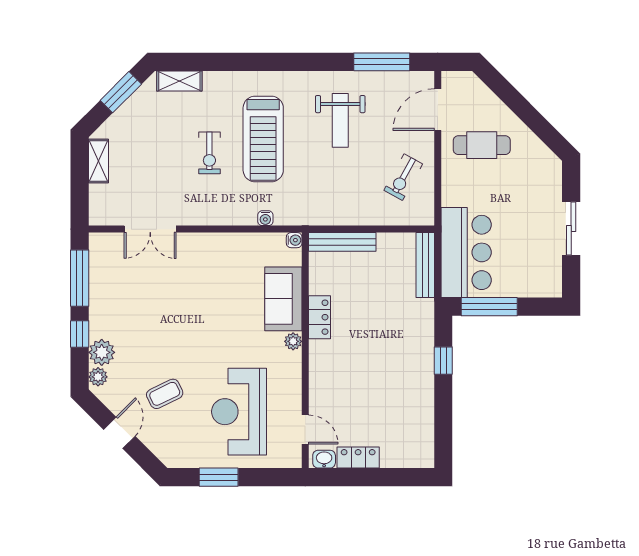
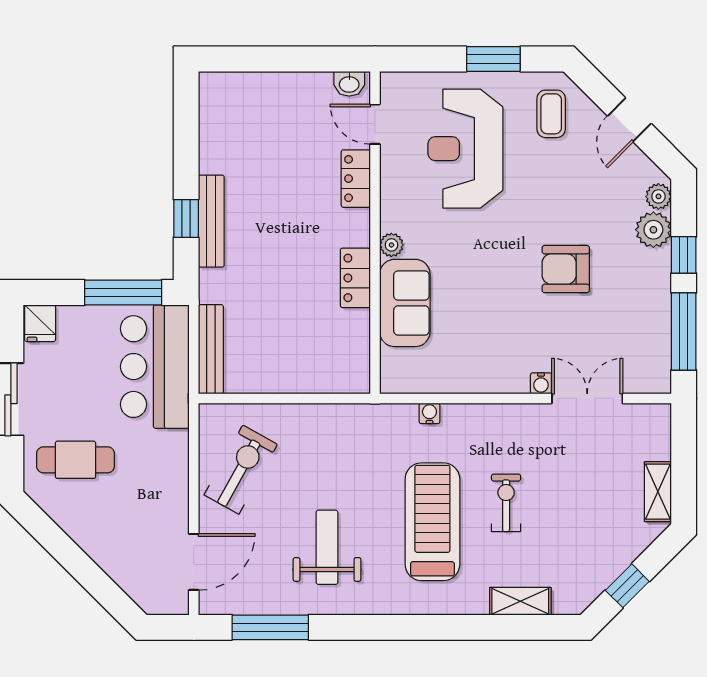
shelving: (179, 81) -> (520, 601), moved
window: (121, 92) -> (627, 586), width x0.67
cafe table: (482, 145) -> (76, 460), moved
exercise bike: (403, 177) -> (241, 470), width x1.38, depth x1.39
water cooler: (294, 240) -> (541, 383), moved, turned -90
bench: (342, 242) -> (211, 221), moved, turned 90
fridge: (550, 284) -> (40, 323), added
armchair: (166, 324) -> (566, 269), added
coffee table: (165, 394) -> (551, 114), moved, turned -64
reception desk: (239, 412) -> (465, 149), turned 180
locker: (358, 458) -> (356, 179), moved, turned 90

